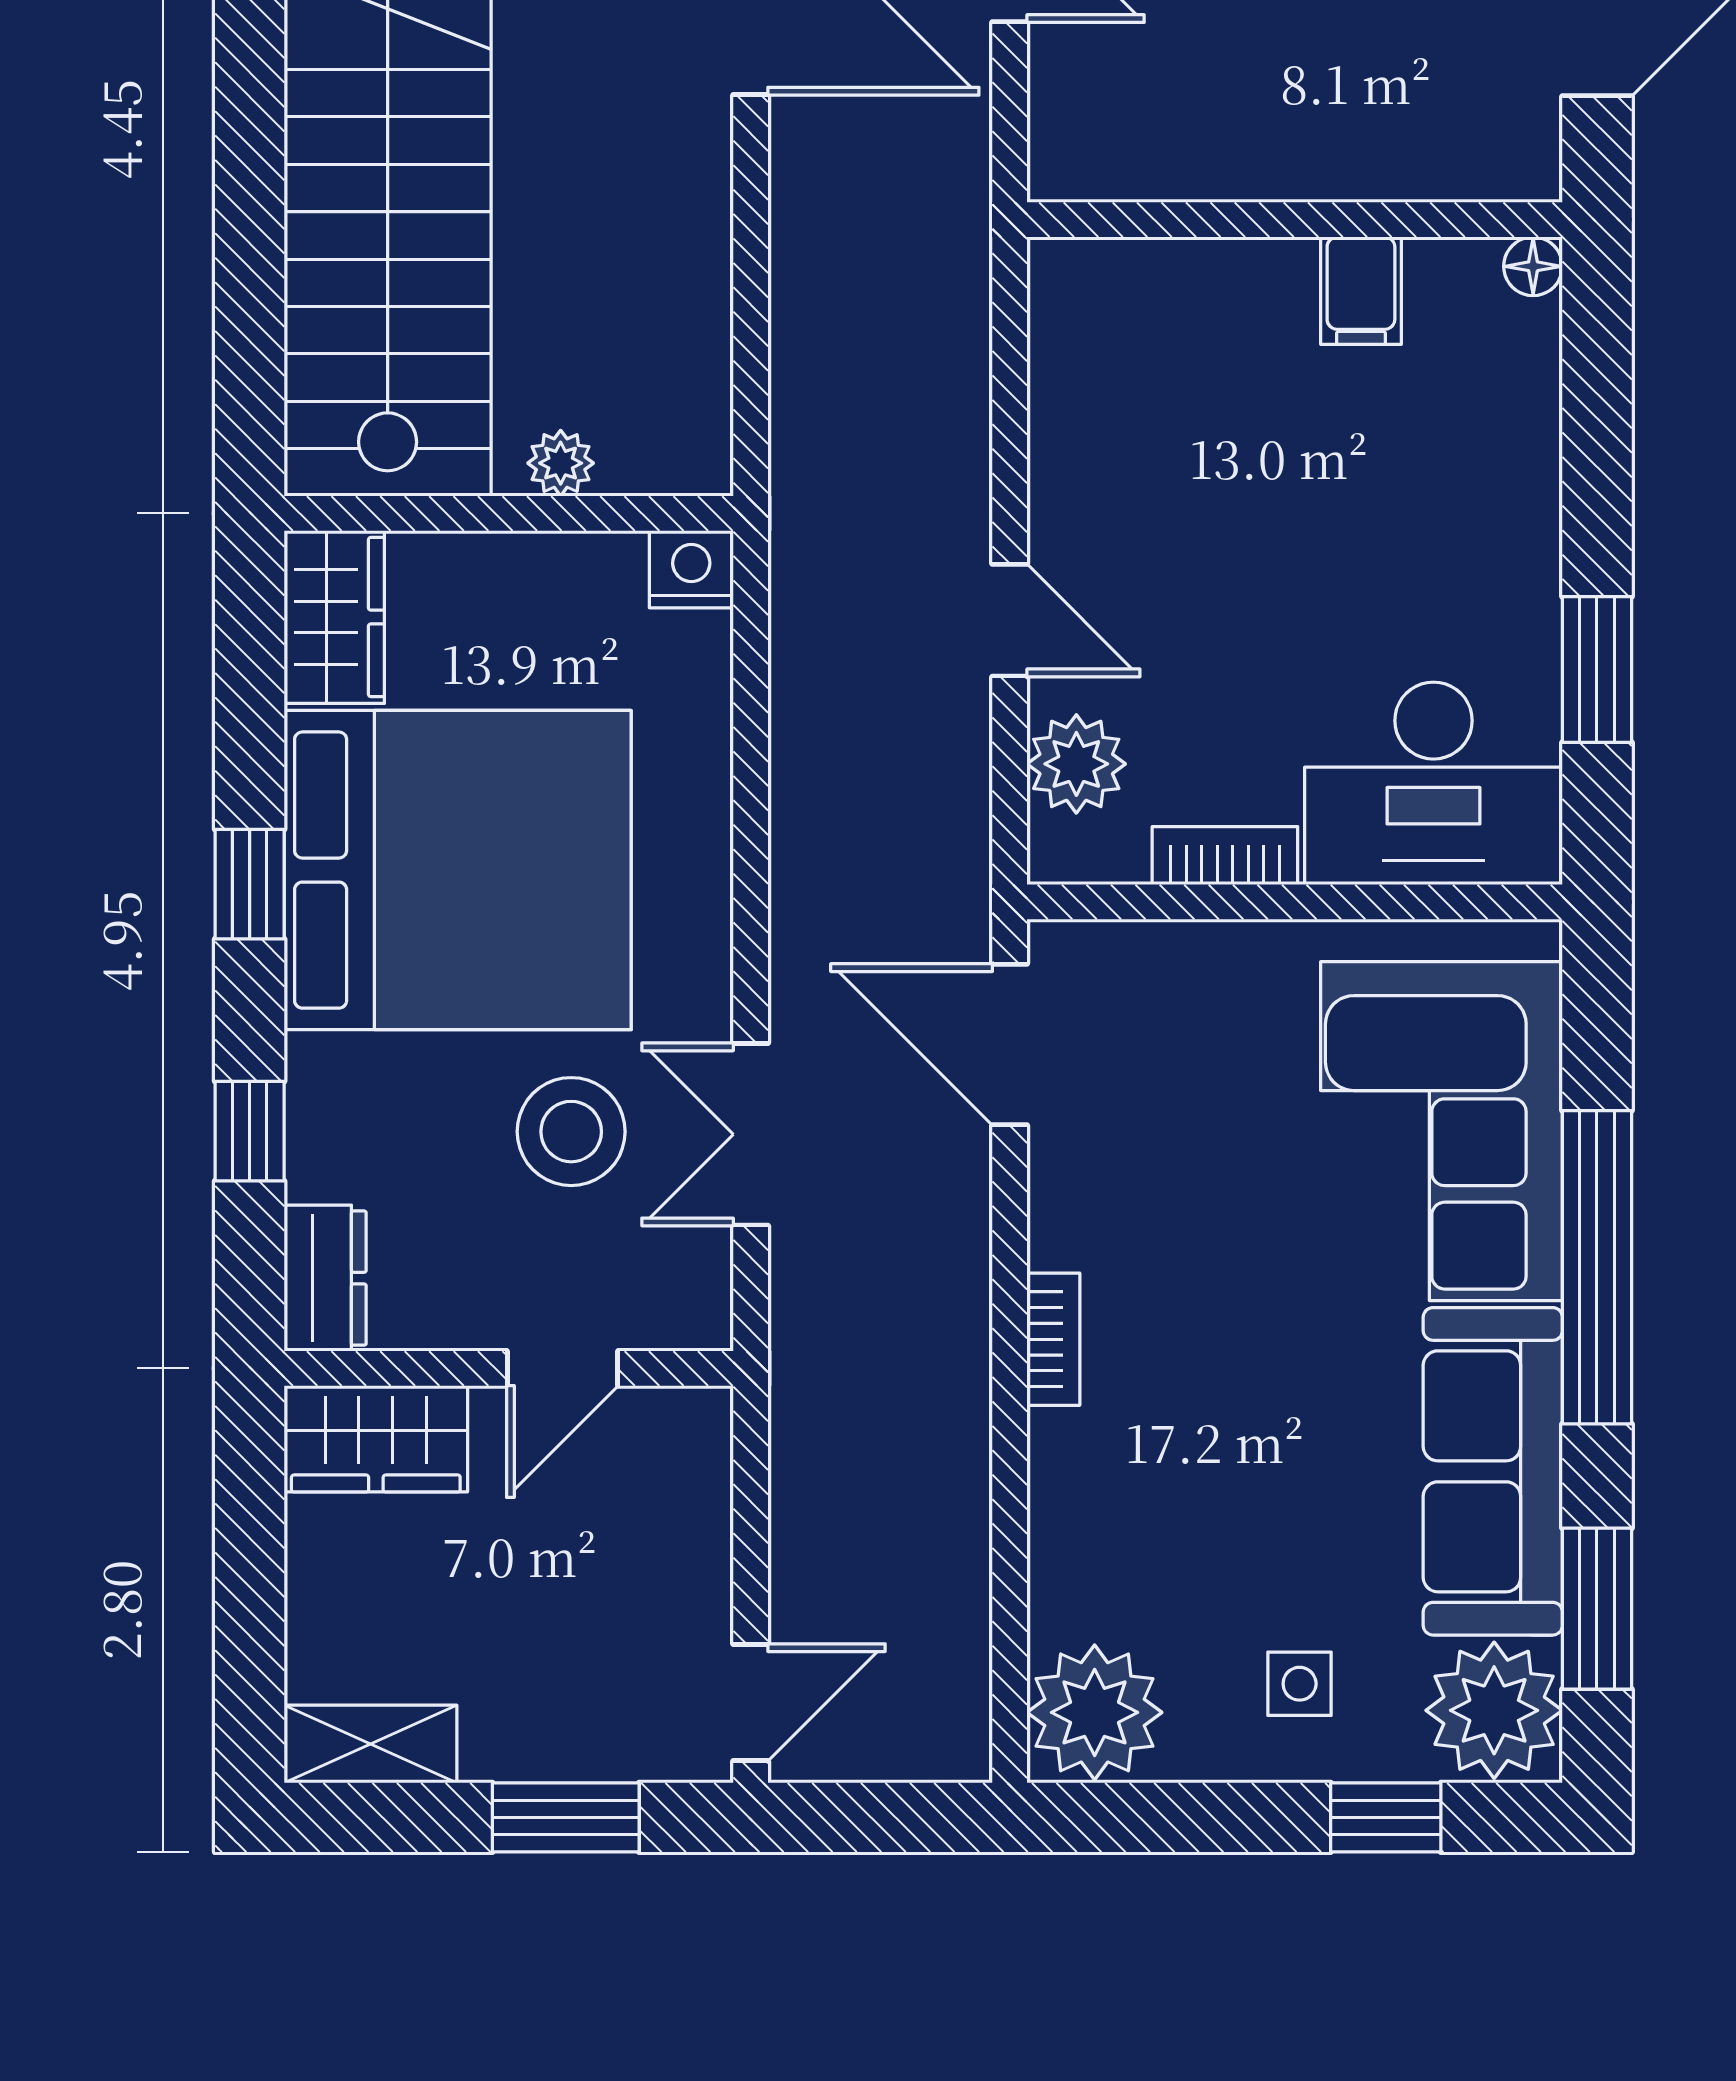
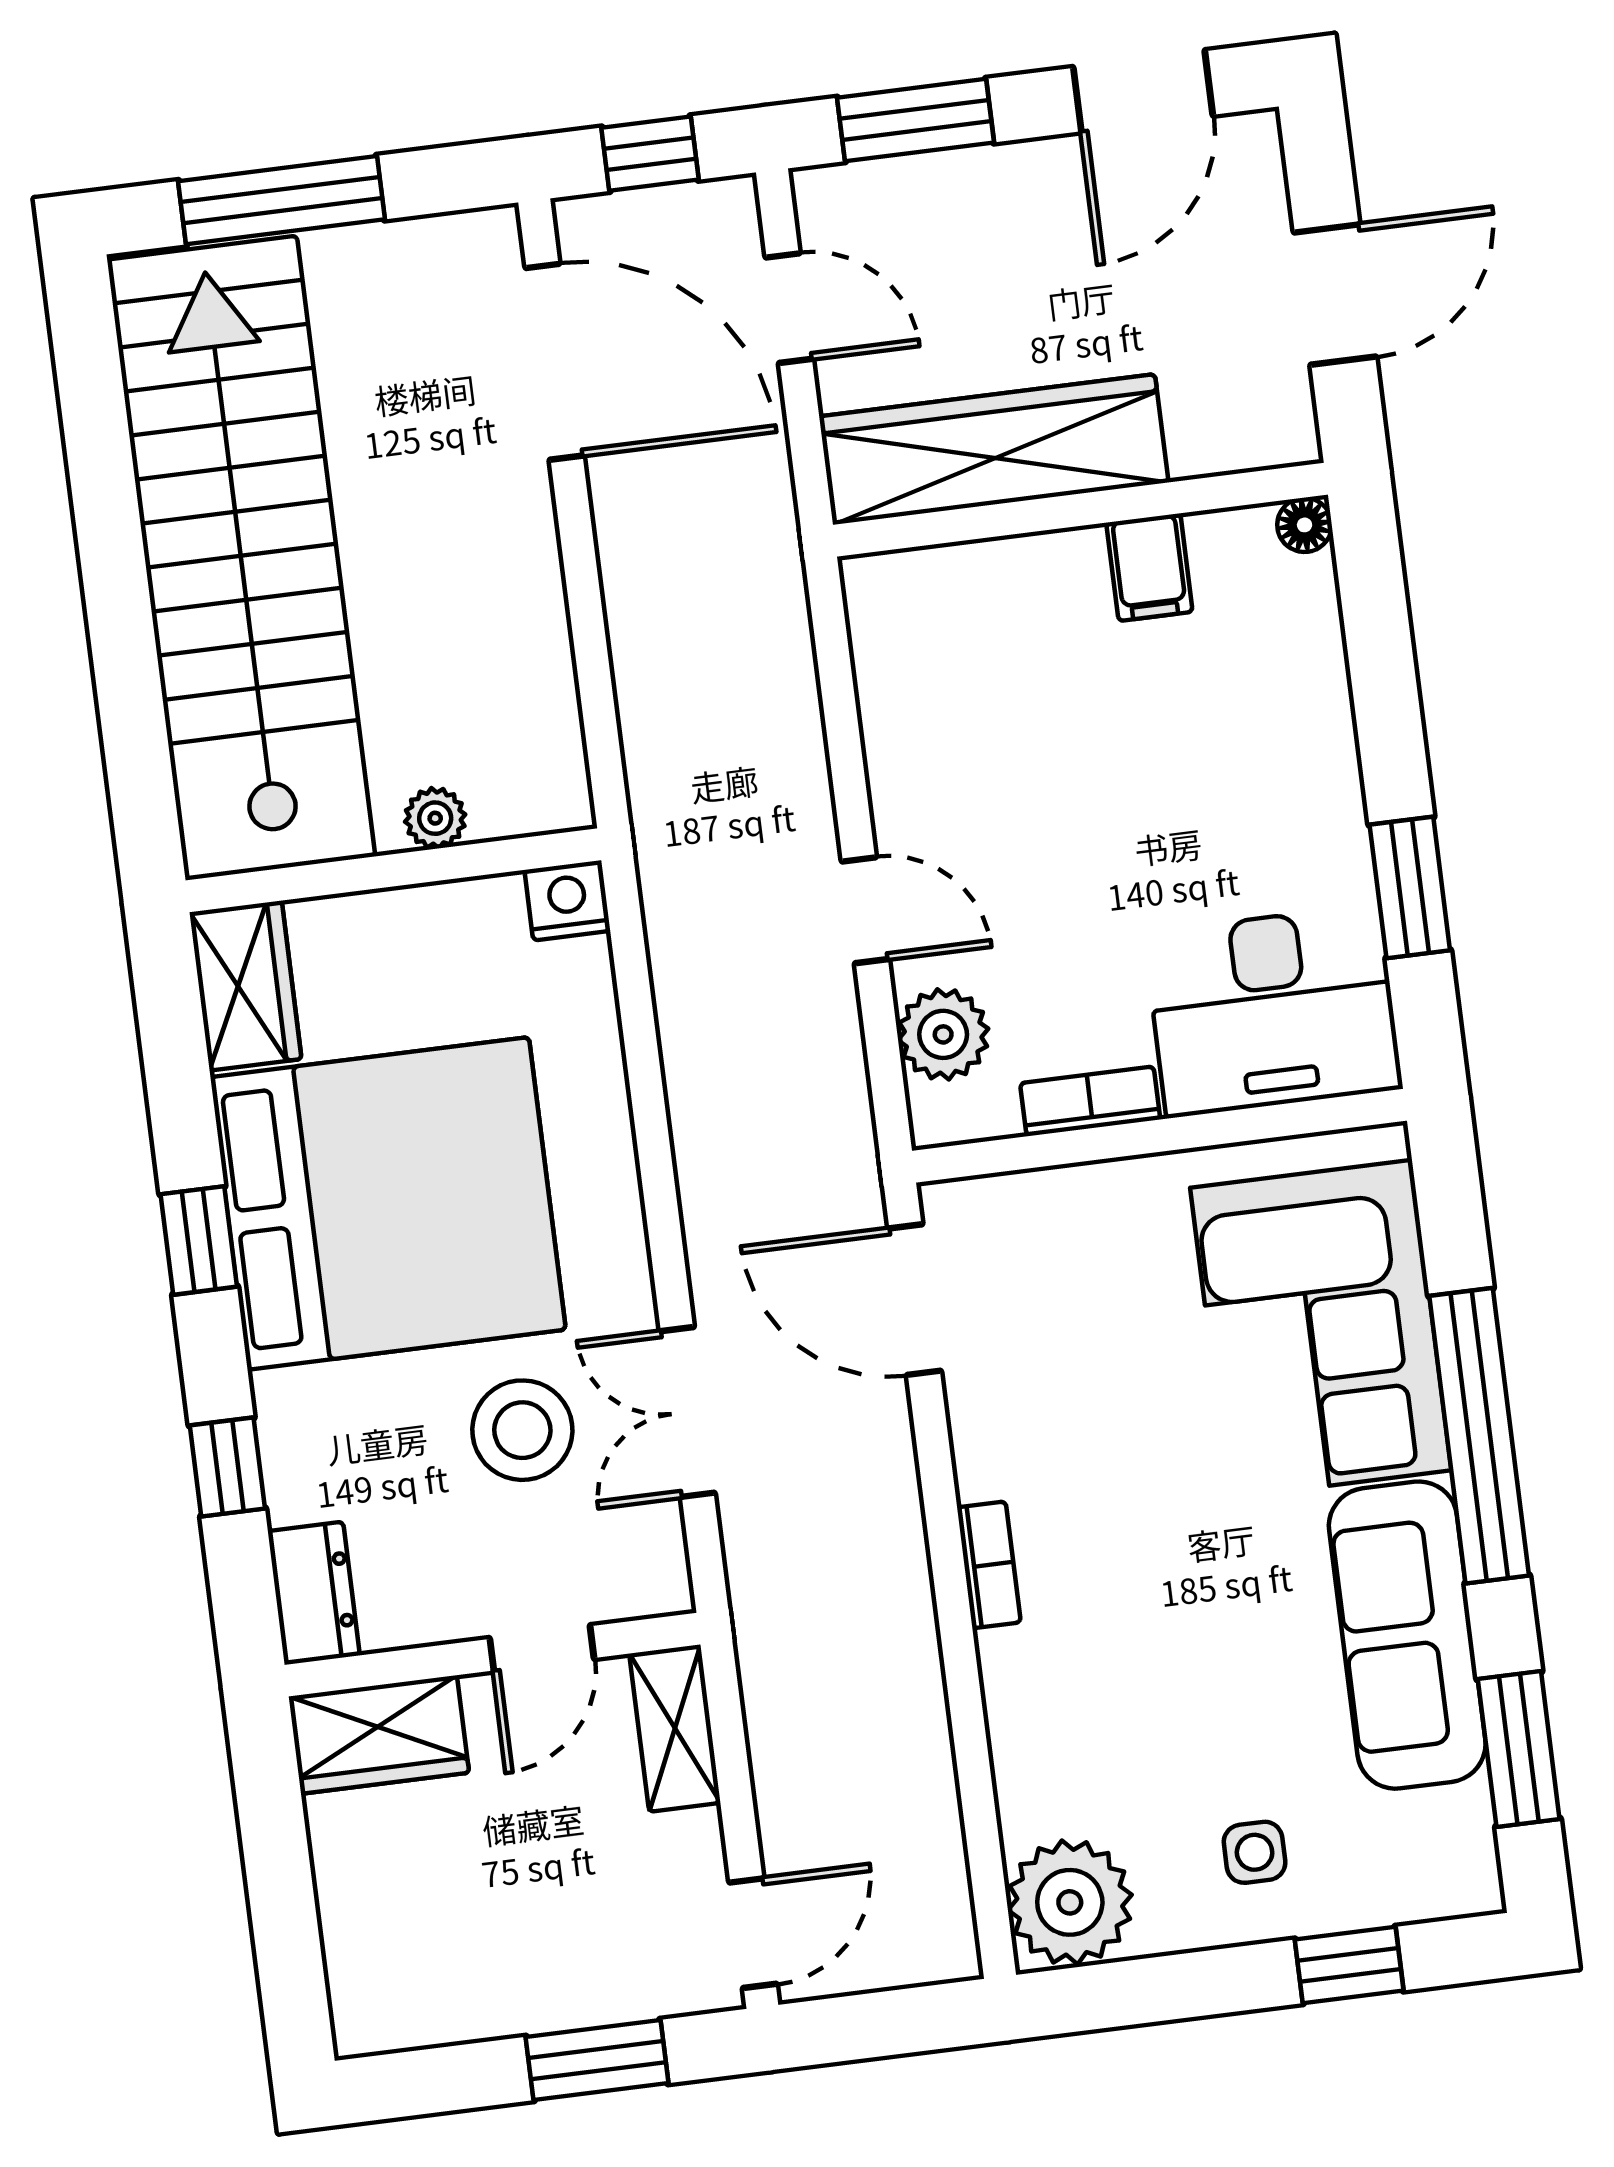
wardrobe: (1210, 143) -> (994, 449), added
plant: (1494, 1710) -> (1436, 1854), removed
shelving: (371, 1744) -> (675, 1728), moved, turned 90

